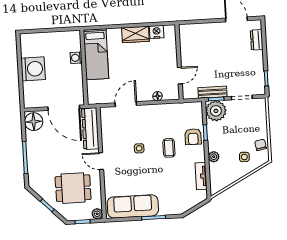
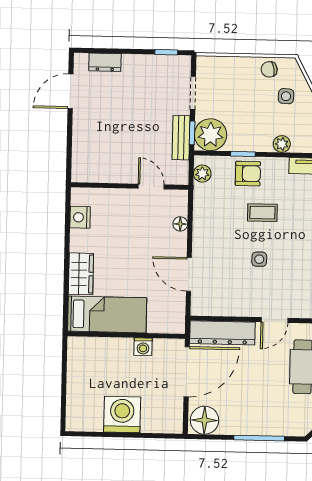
wardrobe: (135, 35) -> (81, 274), moved
washing machine: (76, 58) -> (143, 347), moved
plant: (191, 108) -> (202, 174), added

